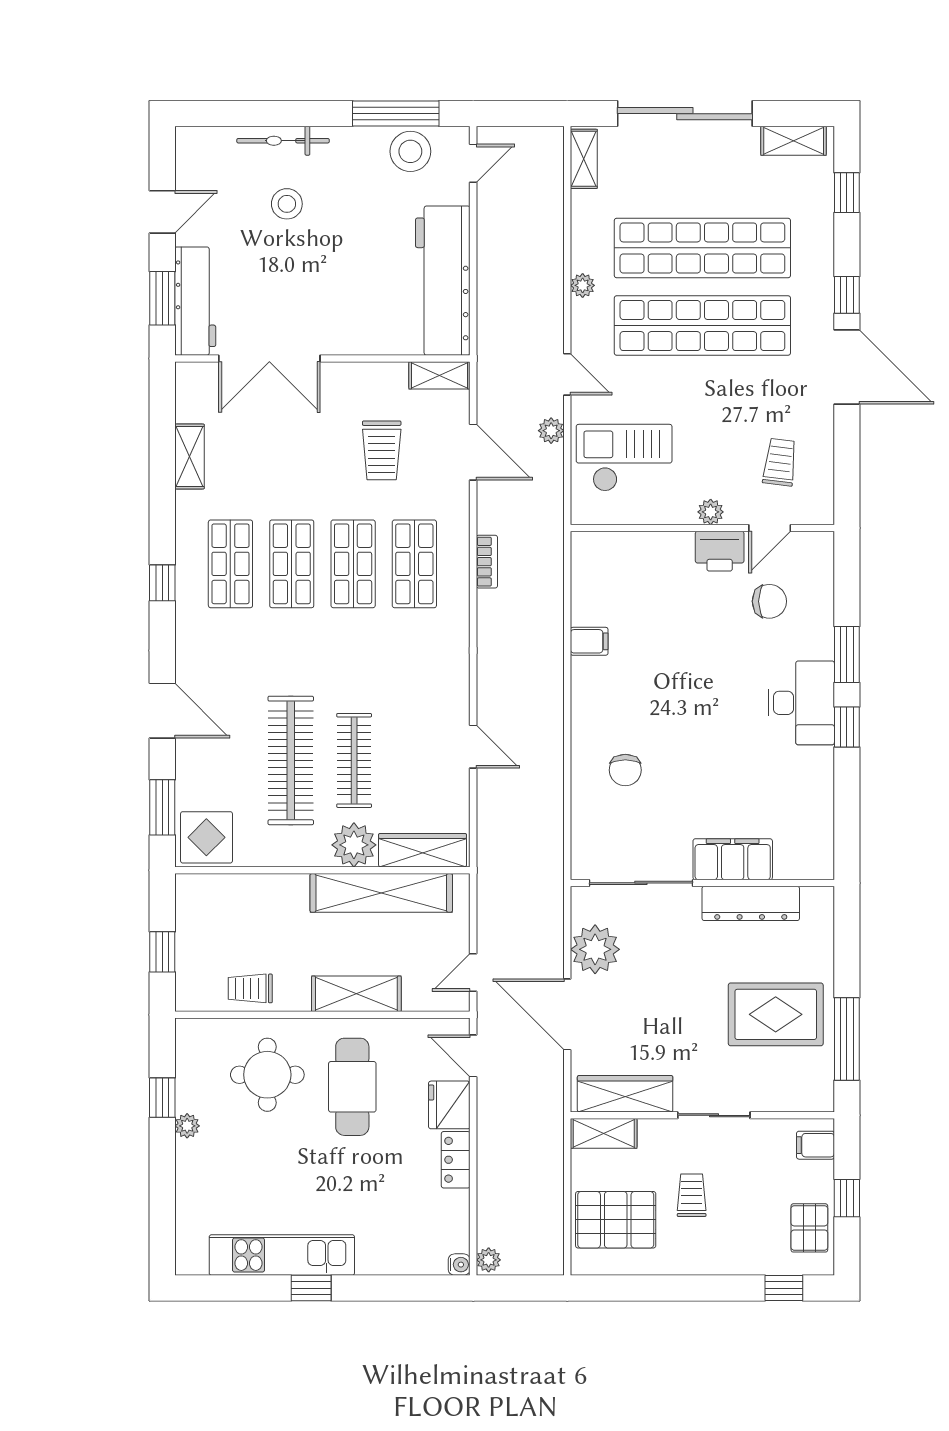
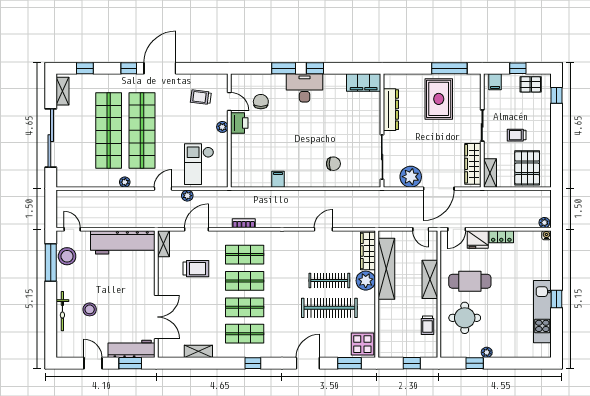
shelving: (584, 159) -> (70, 182), removed
filing cabinet: (733, 859) -> (364, 83), moved, turned -90

